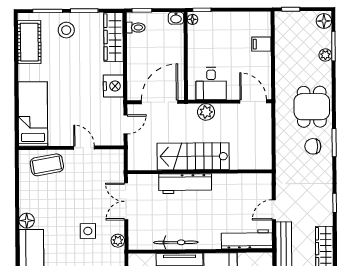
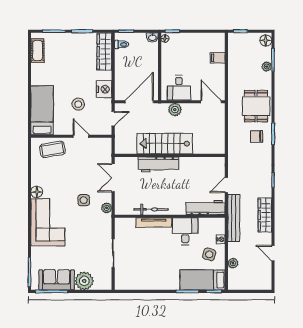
stool: (66, 30) -> (78, 104), moved
cot: (29, 42) -> (38, 51), width x0.73, depth x0.75

